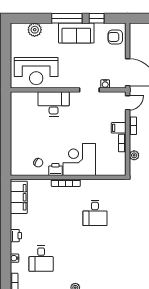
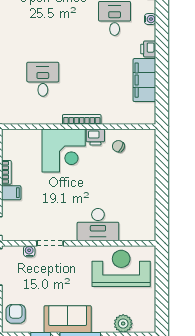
armchair: (115, 37) -> (16, 314), turned -90
filing cabinet: (19, 197) -> (144, 80), moved

